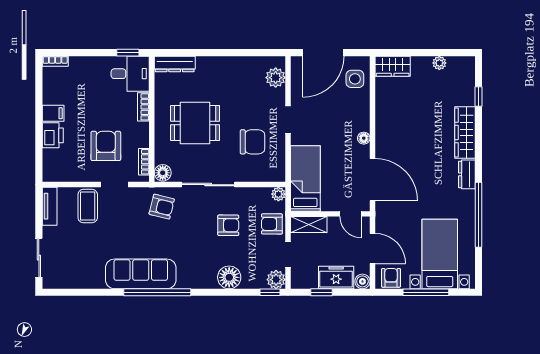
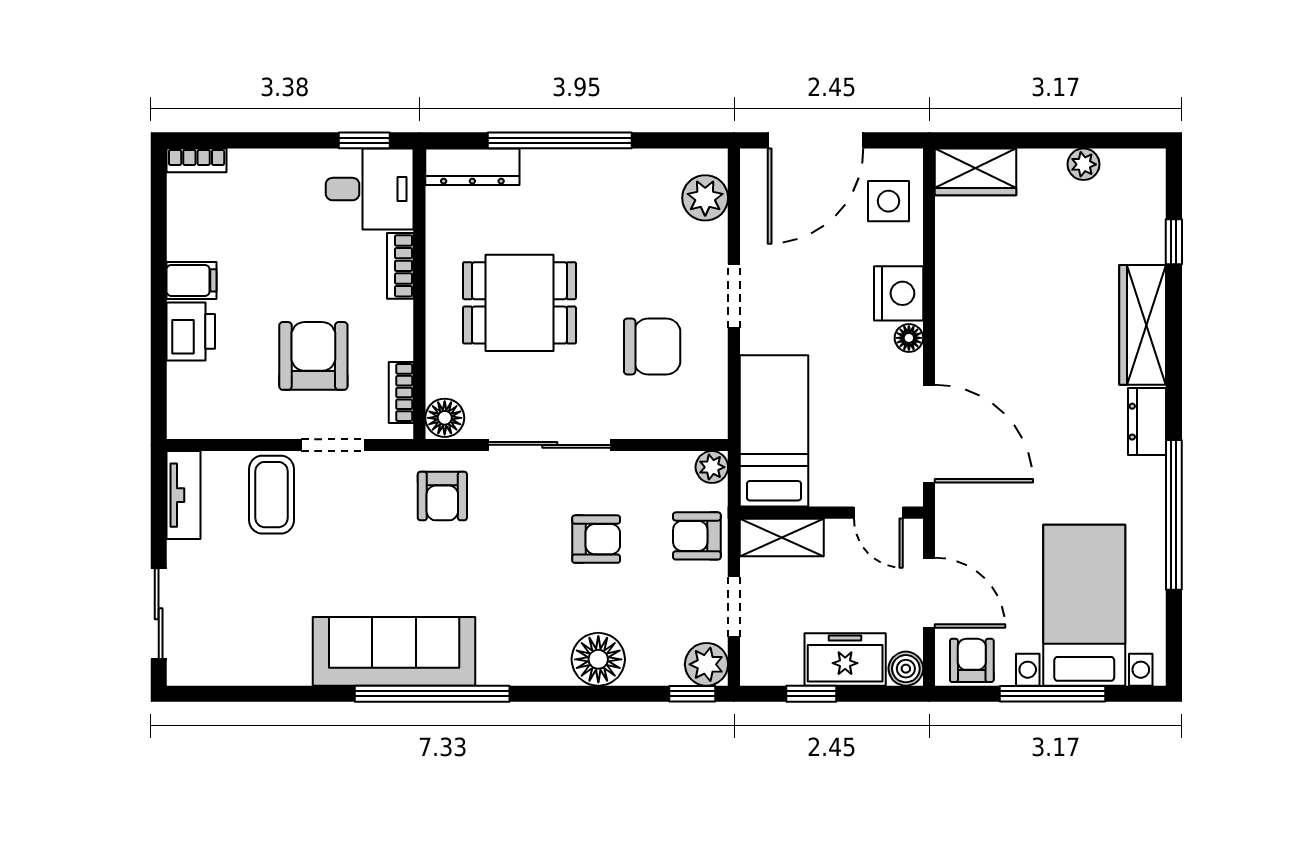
window: (213, 53) -> (560, 140), added
nightstand: (359, 119) -> (899, 293), added
armchair: (162, 207) -> (442, 496), turned 76

